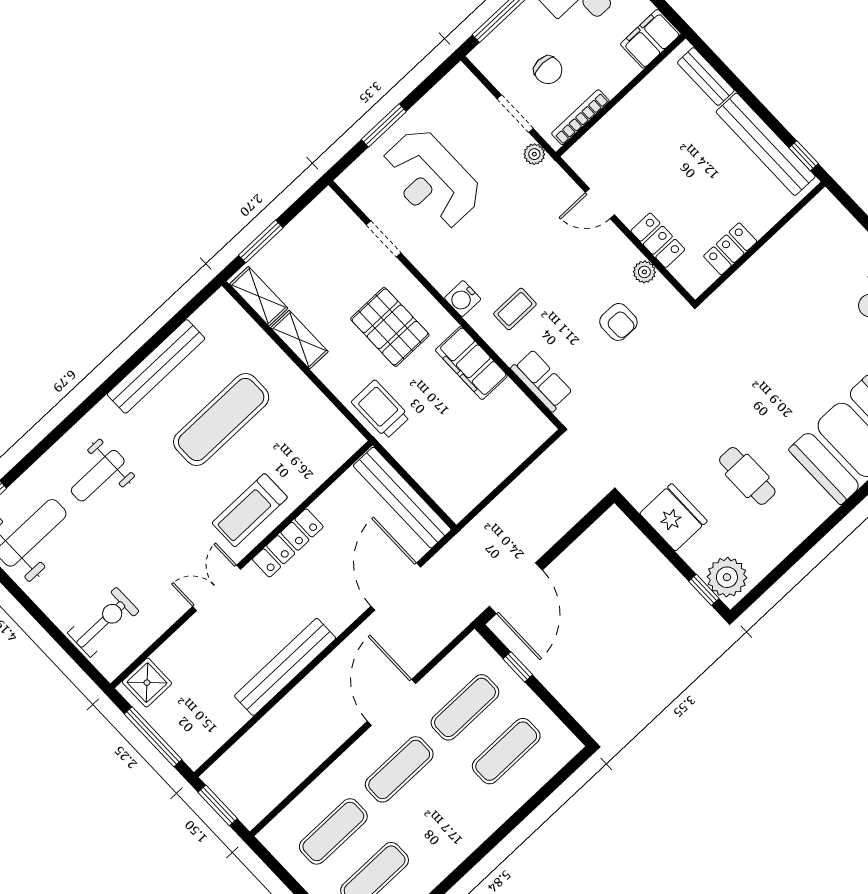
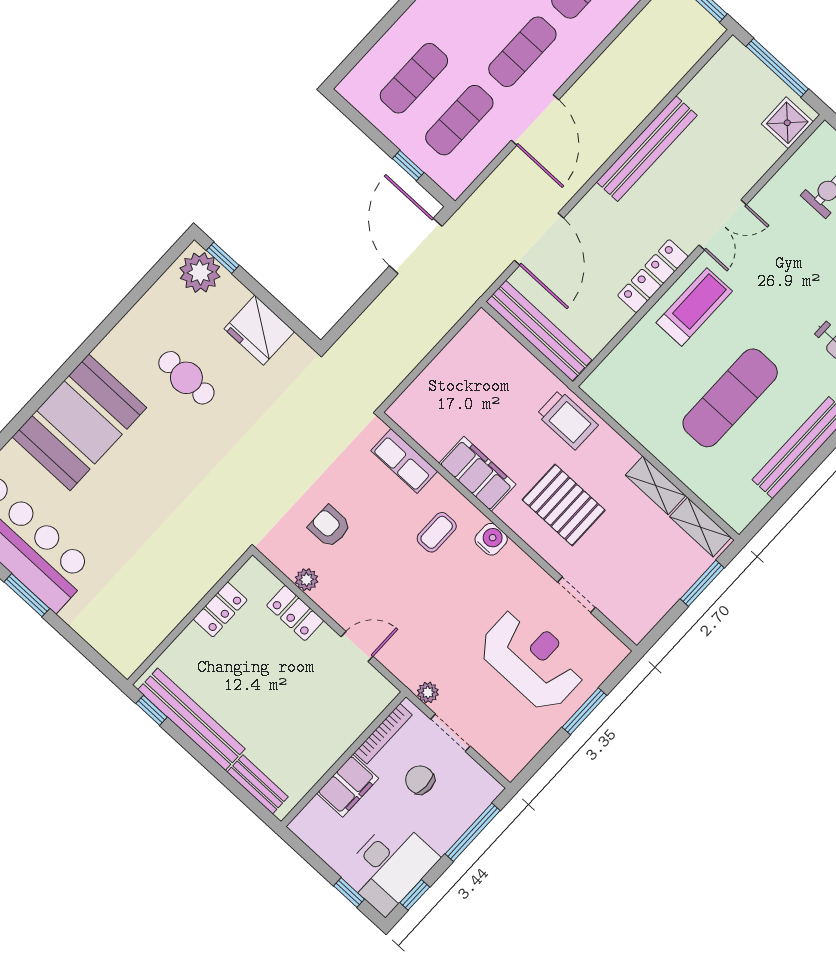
filing cabinet: (651, 39) -> (348, 786), moved

